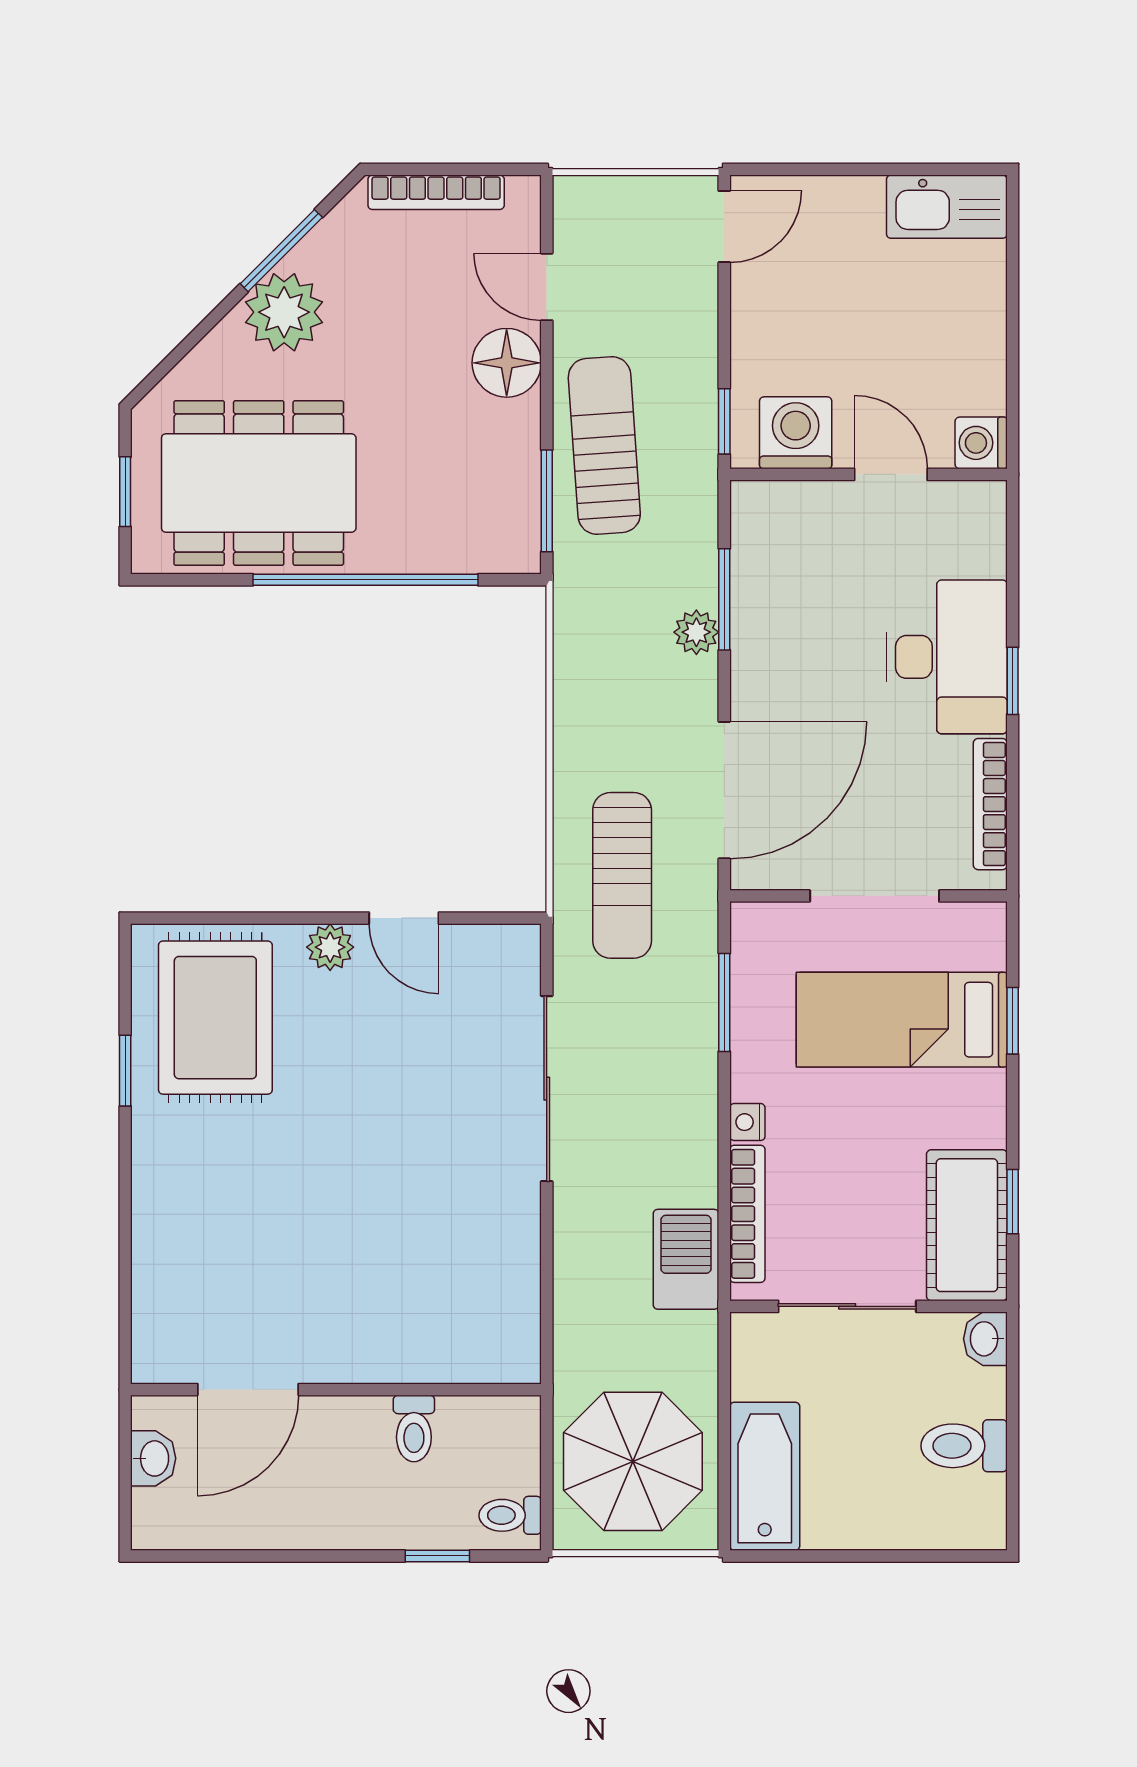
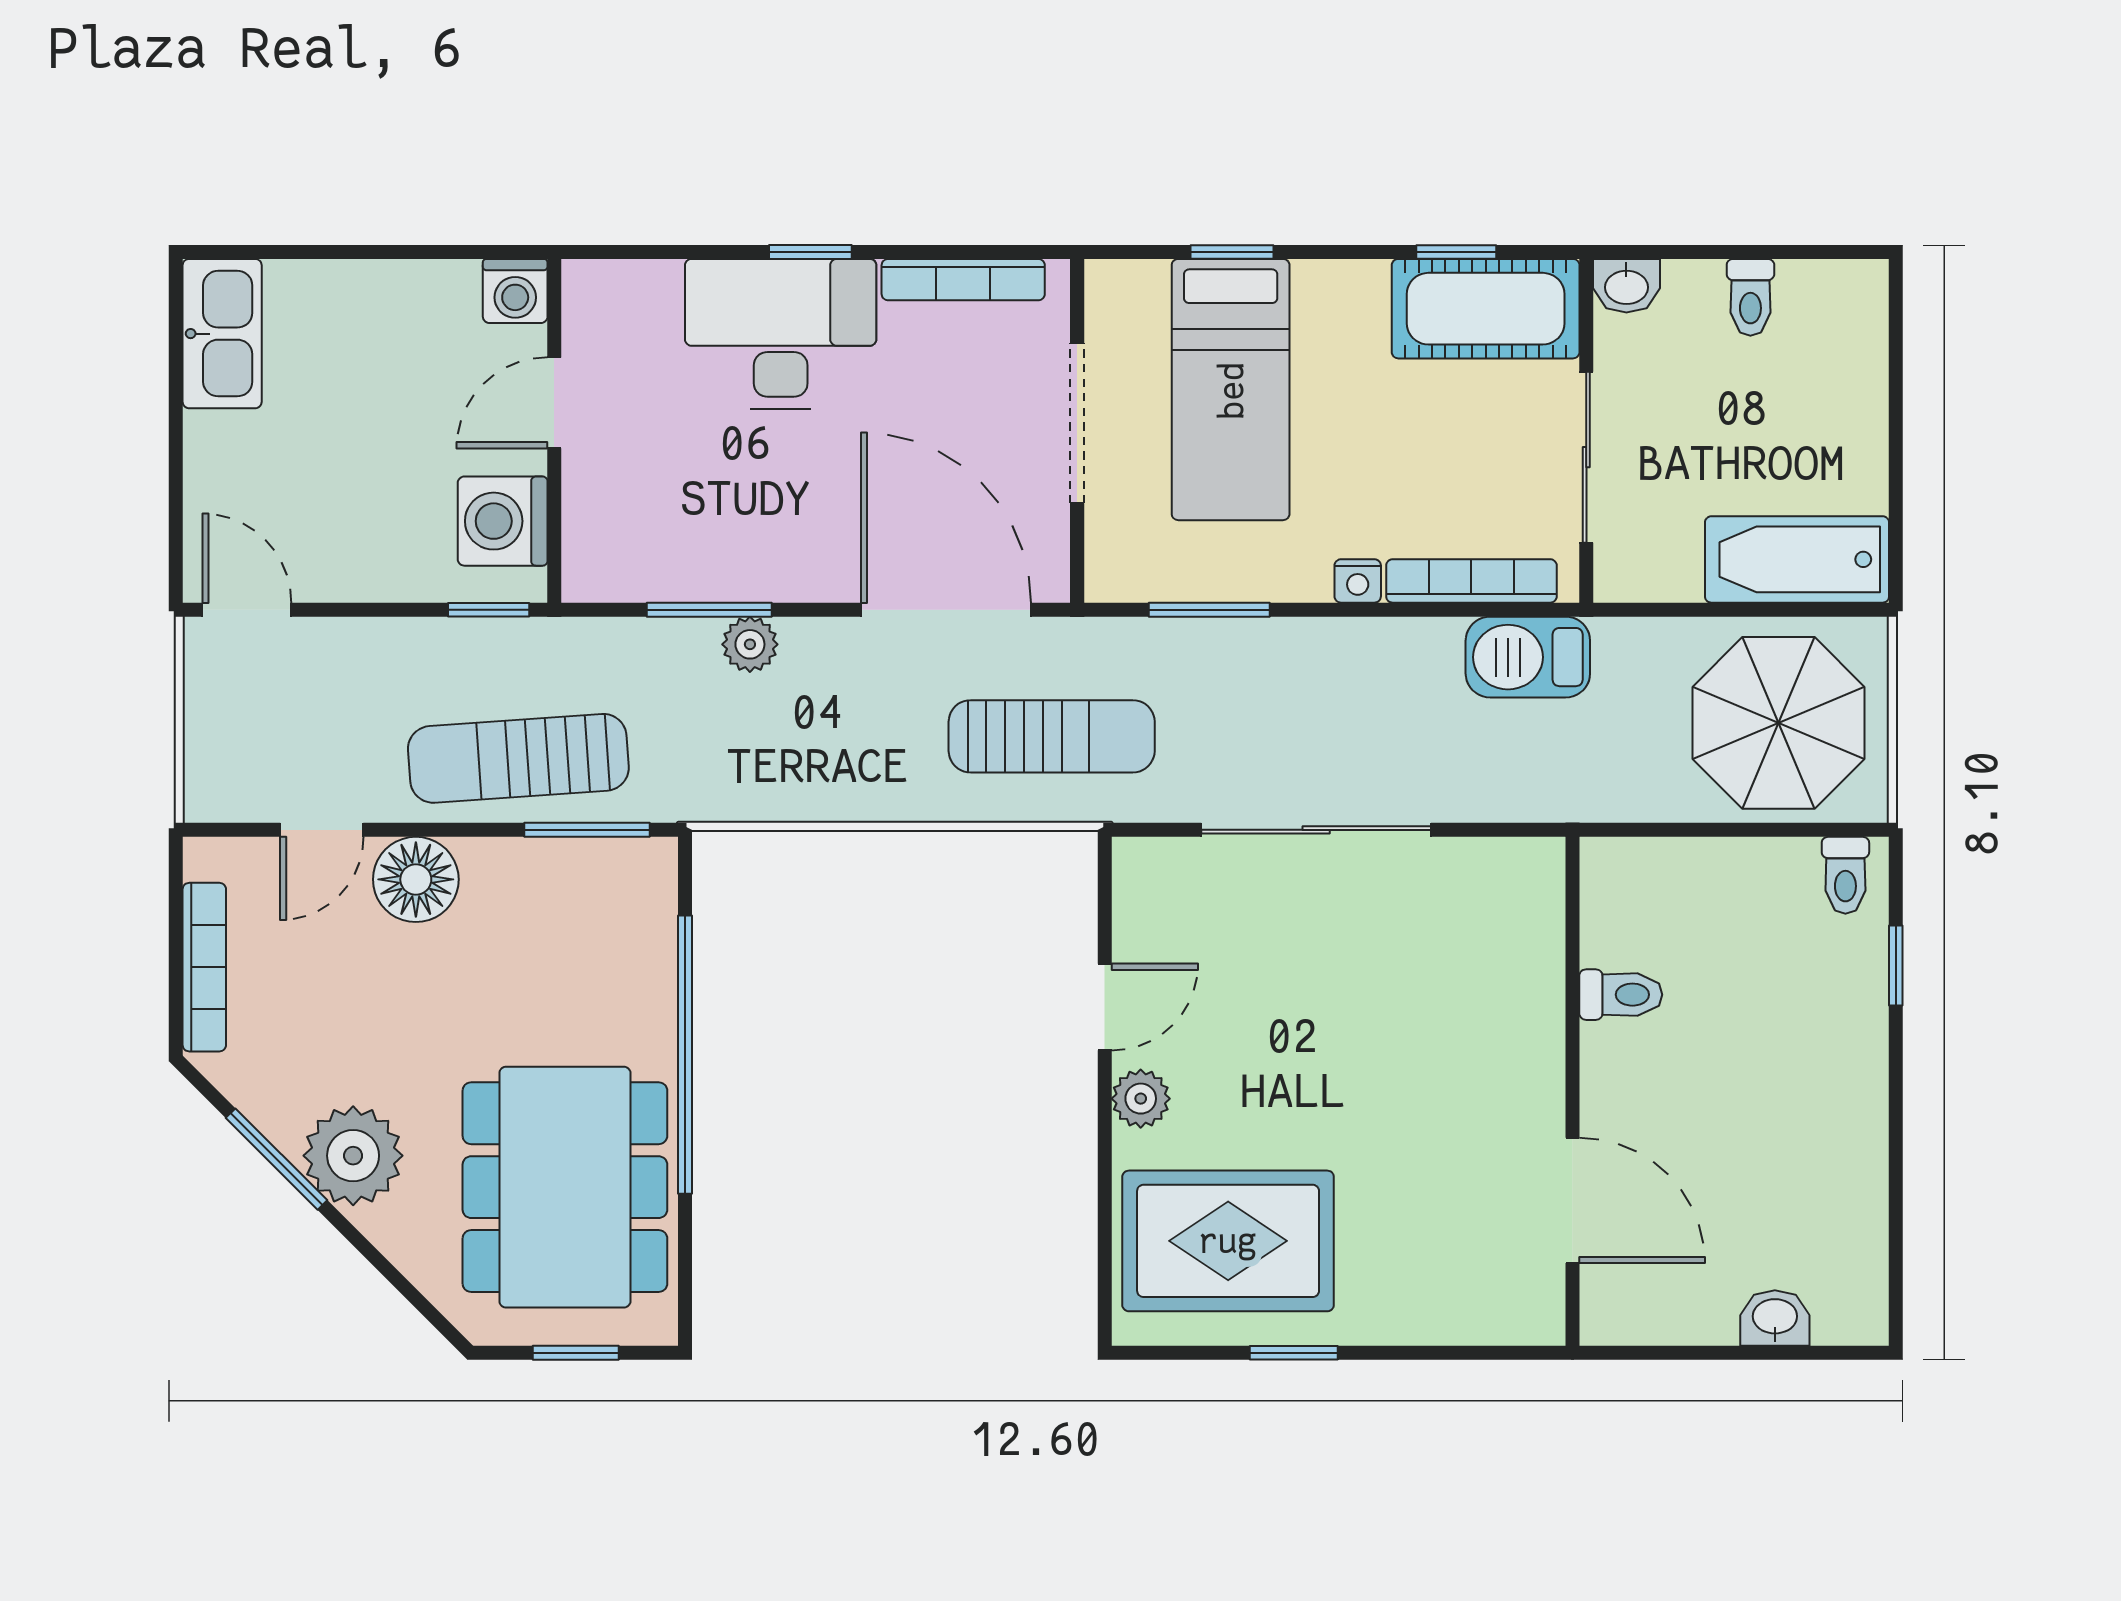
door: (248, 1390) -> (1572, 1200), moved
wall: (336, 1390) -> (1572, 1091), moved
toilet: (414, 1428) -> (1621, 995), moved
toilet: (964, 1446) -> (1750, 297), width x0.73, depth x0.72

